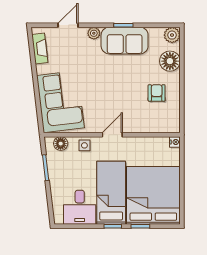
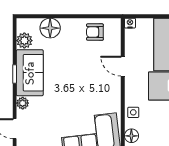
plant: (172, 35) -> (24, 41), moved
armchair: (157, 93) -> (95, 32), moved
door: (112, 135) -> (123, 66), moved

